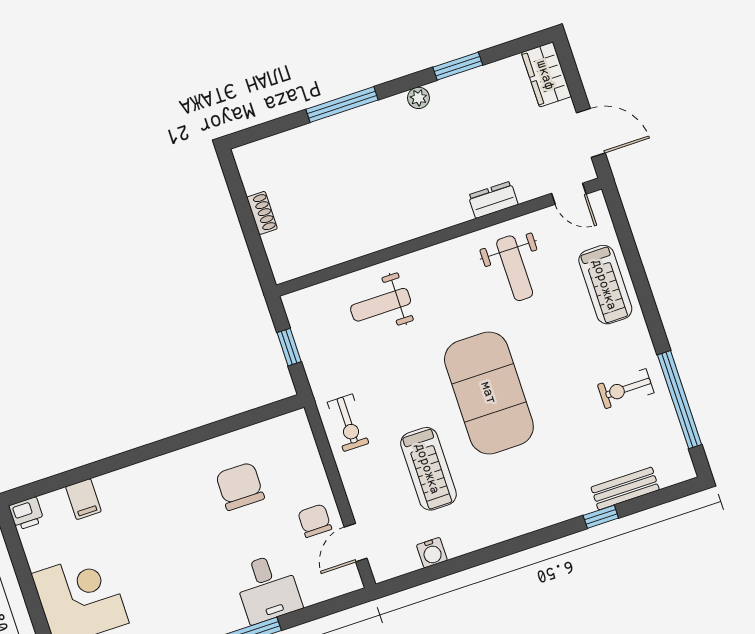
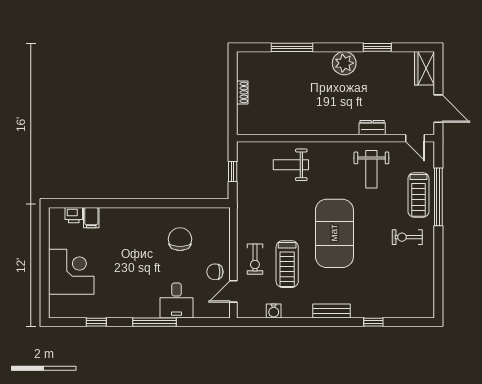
plant: (418, 98) -> (344, 63), width x1.88, depth x1.88
window: (342, 105) -> (292, 47), moved
exercise bike: (626, 389) -> (407, 237), moved
window: (680, 400) -> (438, 197), moved
exercise bike: (348, 423) -> (255, 259), moved
bench: (625, 488) -> (331, 311), moved
printer: (26, 514) -> (74, 215), moved
chair: (315, 521) -> (215, 272), turned -90

